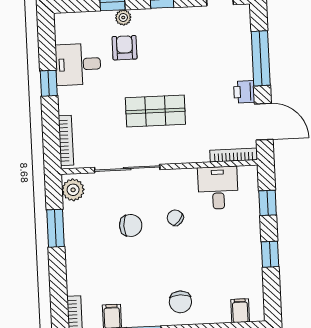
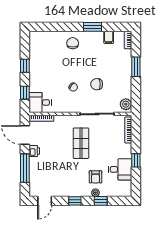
shop shelf: (155, 111) -> (81, 143), turned 90
desk: (218, 188) -> (40, 102), moved, turned 90
window: (56, 228) -> (136, 67), moved
filing cabinet: (240, 311) -> (42, 37), removed

